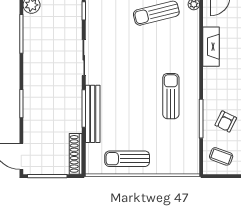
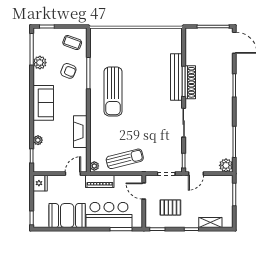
sun lounger: (171, 96) -> (113, 91), width x1.36, depth x1.34
armchair: (226, 121) -> (68, 71), turned 85
shoe rack: (76, 154) -> (190, 82), moved
sun lounger: (127, 159) -> (148, 41), removed

